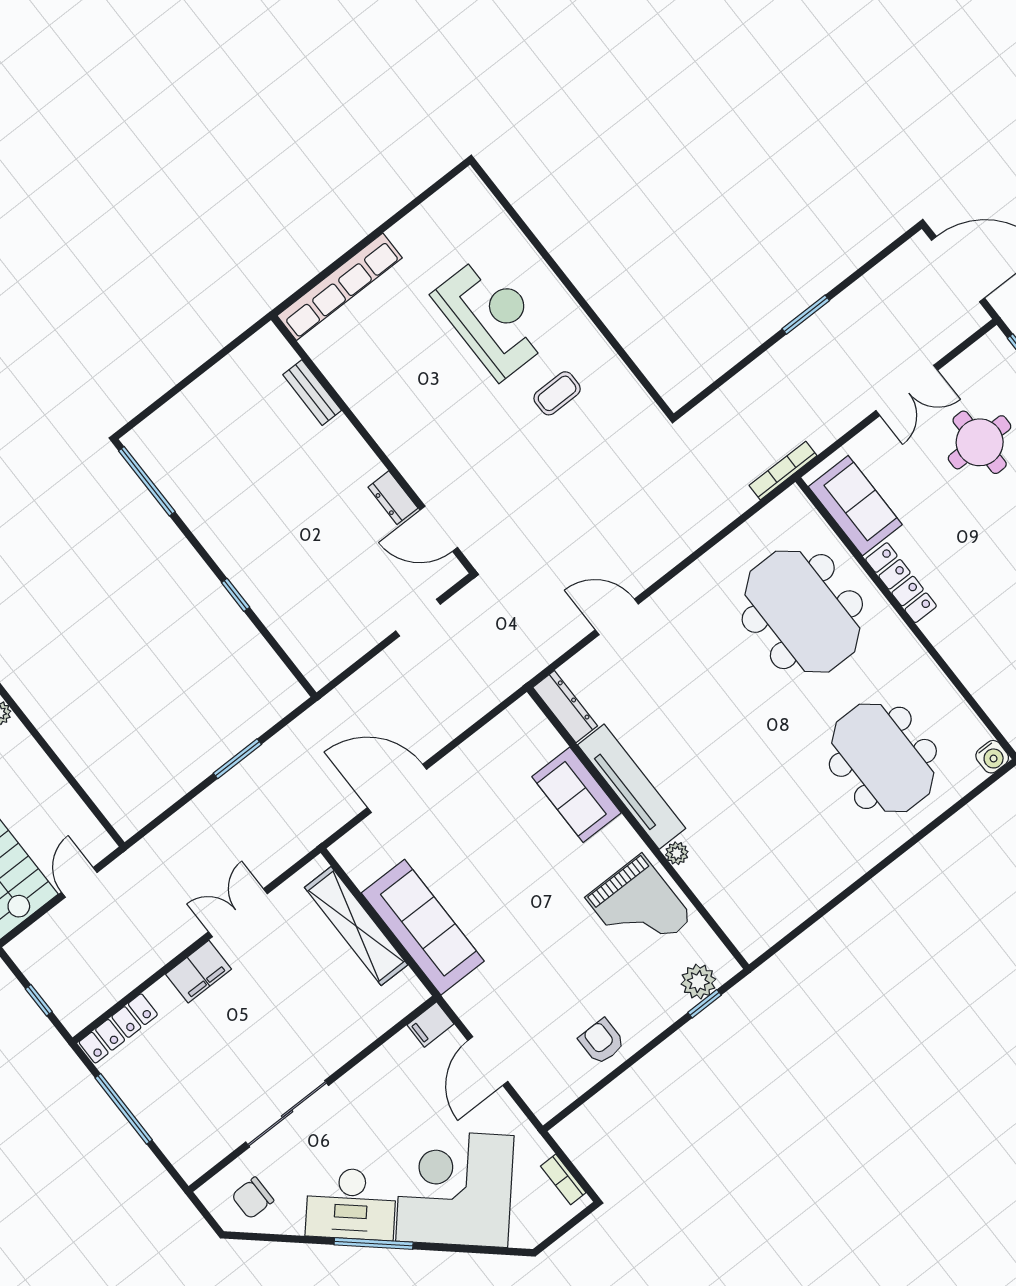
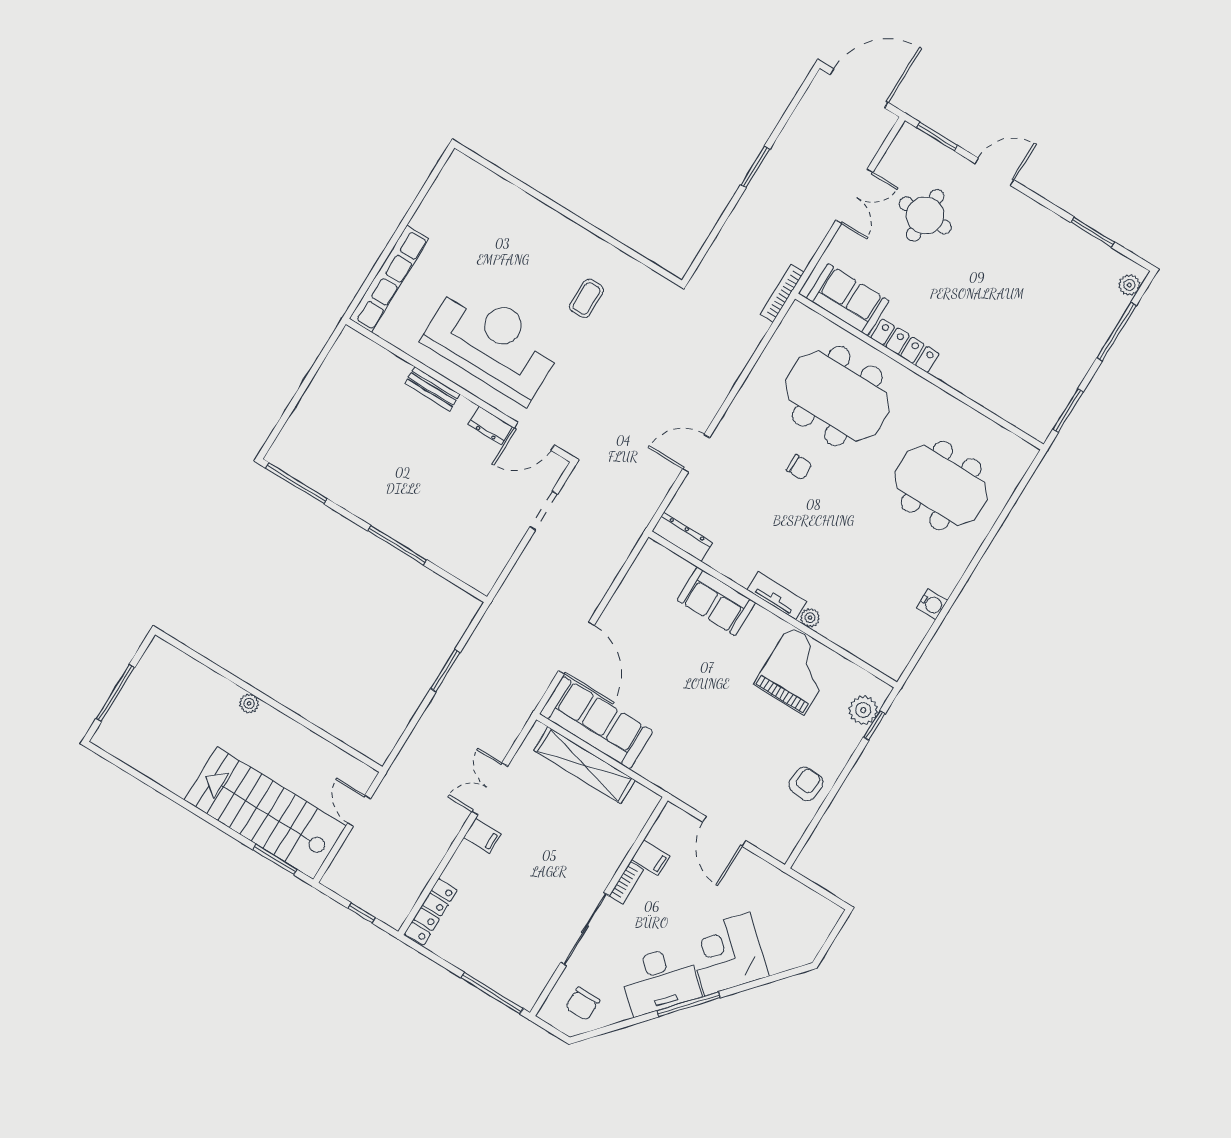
reception desk: (492, 317) -> (492, 343), moved, width x1.36, depth x1.30
bench: (312, 393) -> (432, 389), moved
window: (236, 595) -> (397, 545), width x2.17
chair: (728, 677) -> (799, 467), added
water cooler: (992, 757) -> (932, 604), moved
tv unit: (632, 787) -> (777, 596), width x0.52, depth x0.78
door: (397, 788) -> (577, 648), swing flipped
grand piano: (639, 908) -> (797, 671), turned -90
sofa: (423, 927) -> (596, 723), moved
filing cabinet: (199, 972) -> (482, 836), width x0.50
filing cabinet: (430, 1024) -> (651, 858), moved, turned -90
armchair: (602, 1042) -> (806, 784), turned 95
window: (124, 1109) -> (492, 993), moved
bookcase: (563, 1179) -> (626, 883), moved, turned -90
corner desk: (455, 1188) -> (727, 954), width x0.74, depth x0.74

